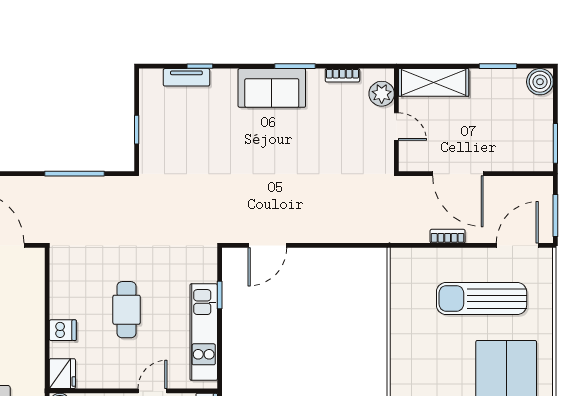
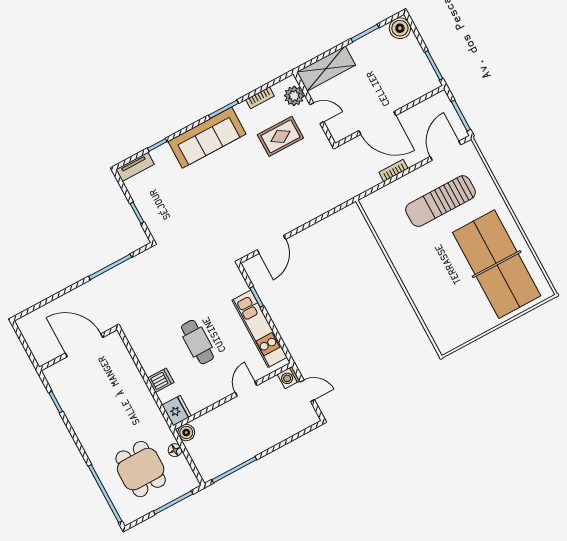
tv unit: (186, 77) -> (135, 167), moved
sofa: (272, 88) -> (207, 138), width x1.36
rug: (342, 131) -> (280, 136), added

